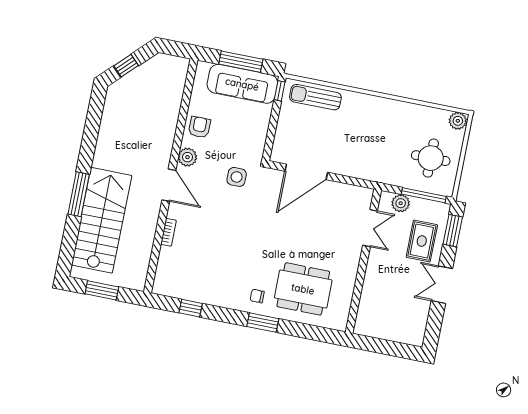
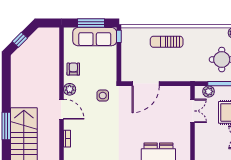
sun lounger: (315, 97) -> (167, 42), moved

